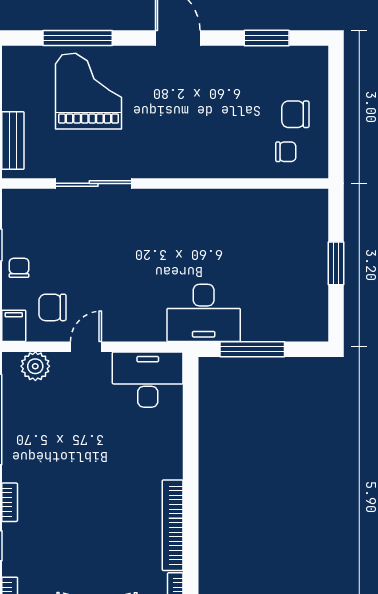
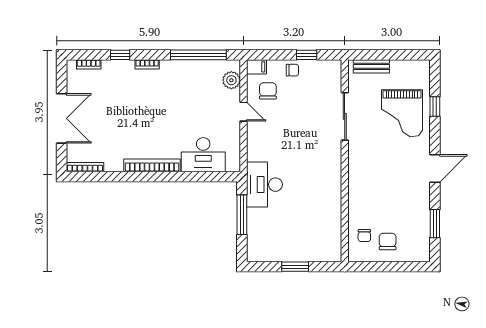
window: (78, 38) -> (435, 106), width x0.46
grand piano: (89, 91) -> (402, 113), turned 90
desk: (148, 380) -> (203, 155), moved, turned 90
bookcase: (173, 525) -> (152, 165), moved

